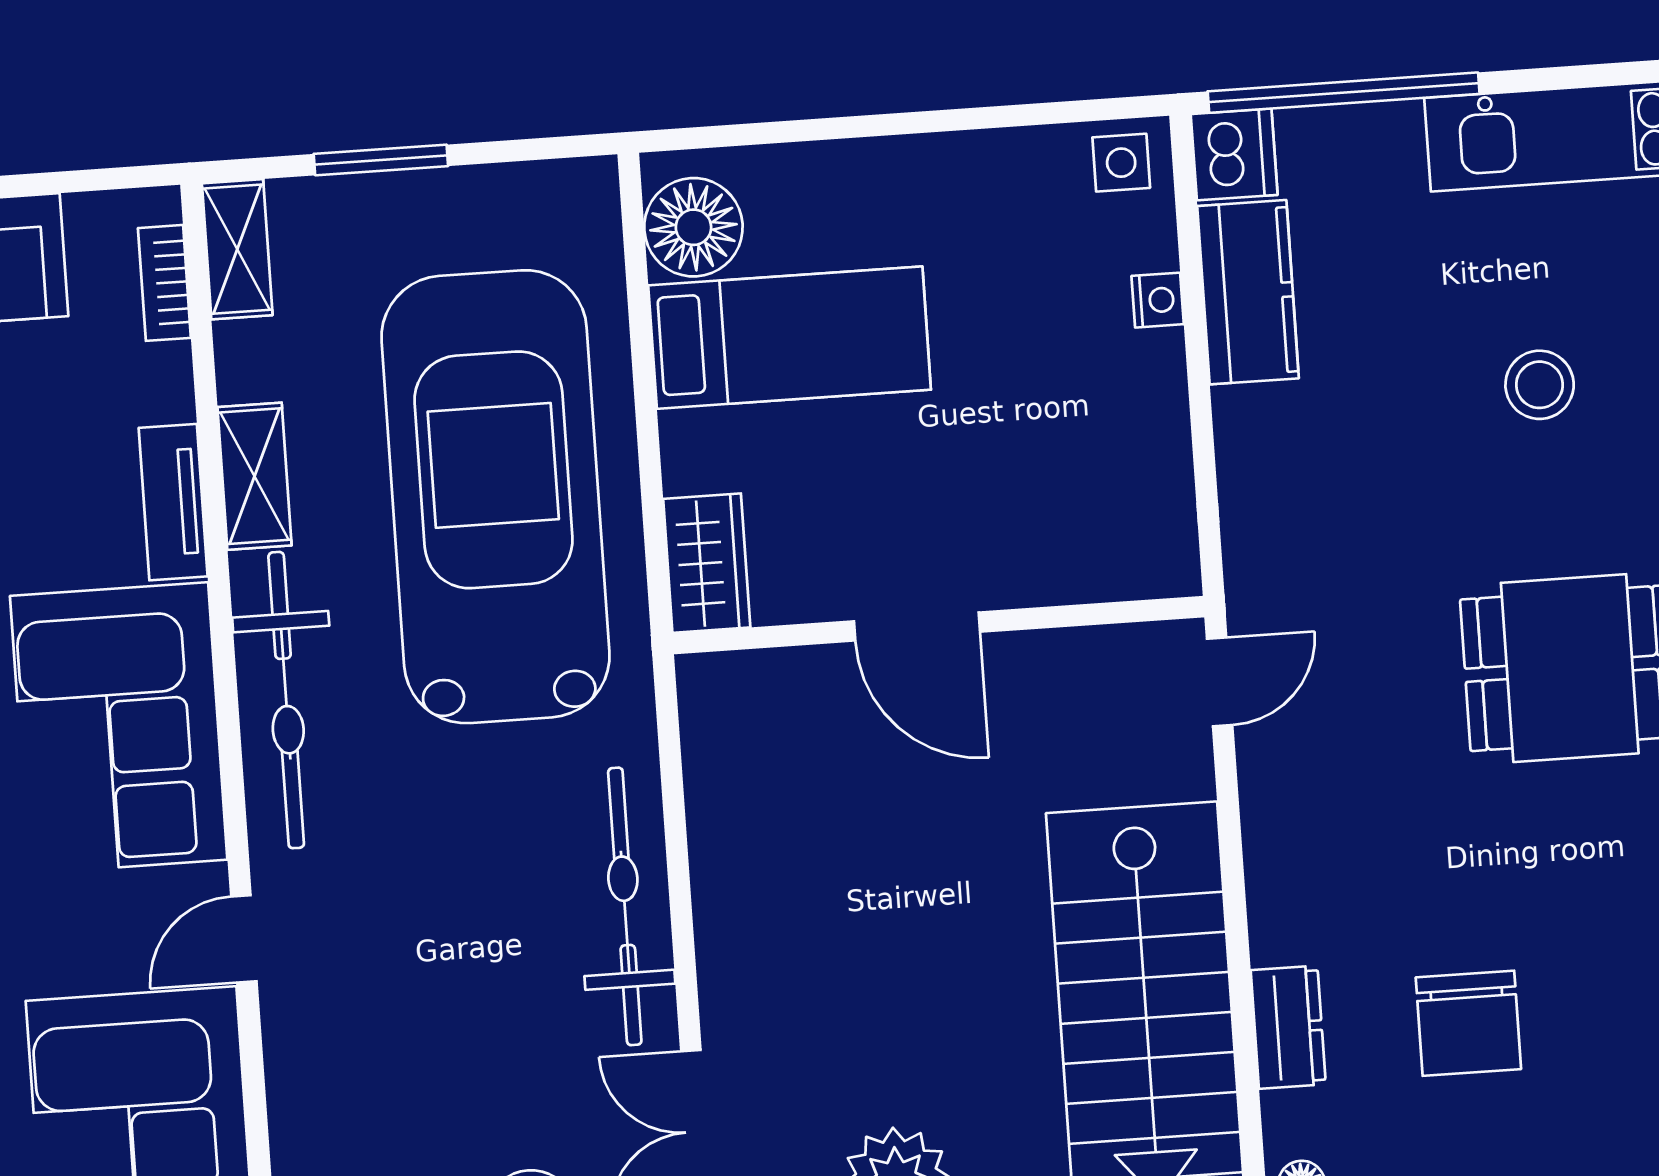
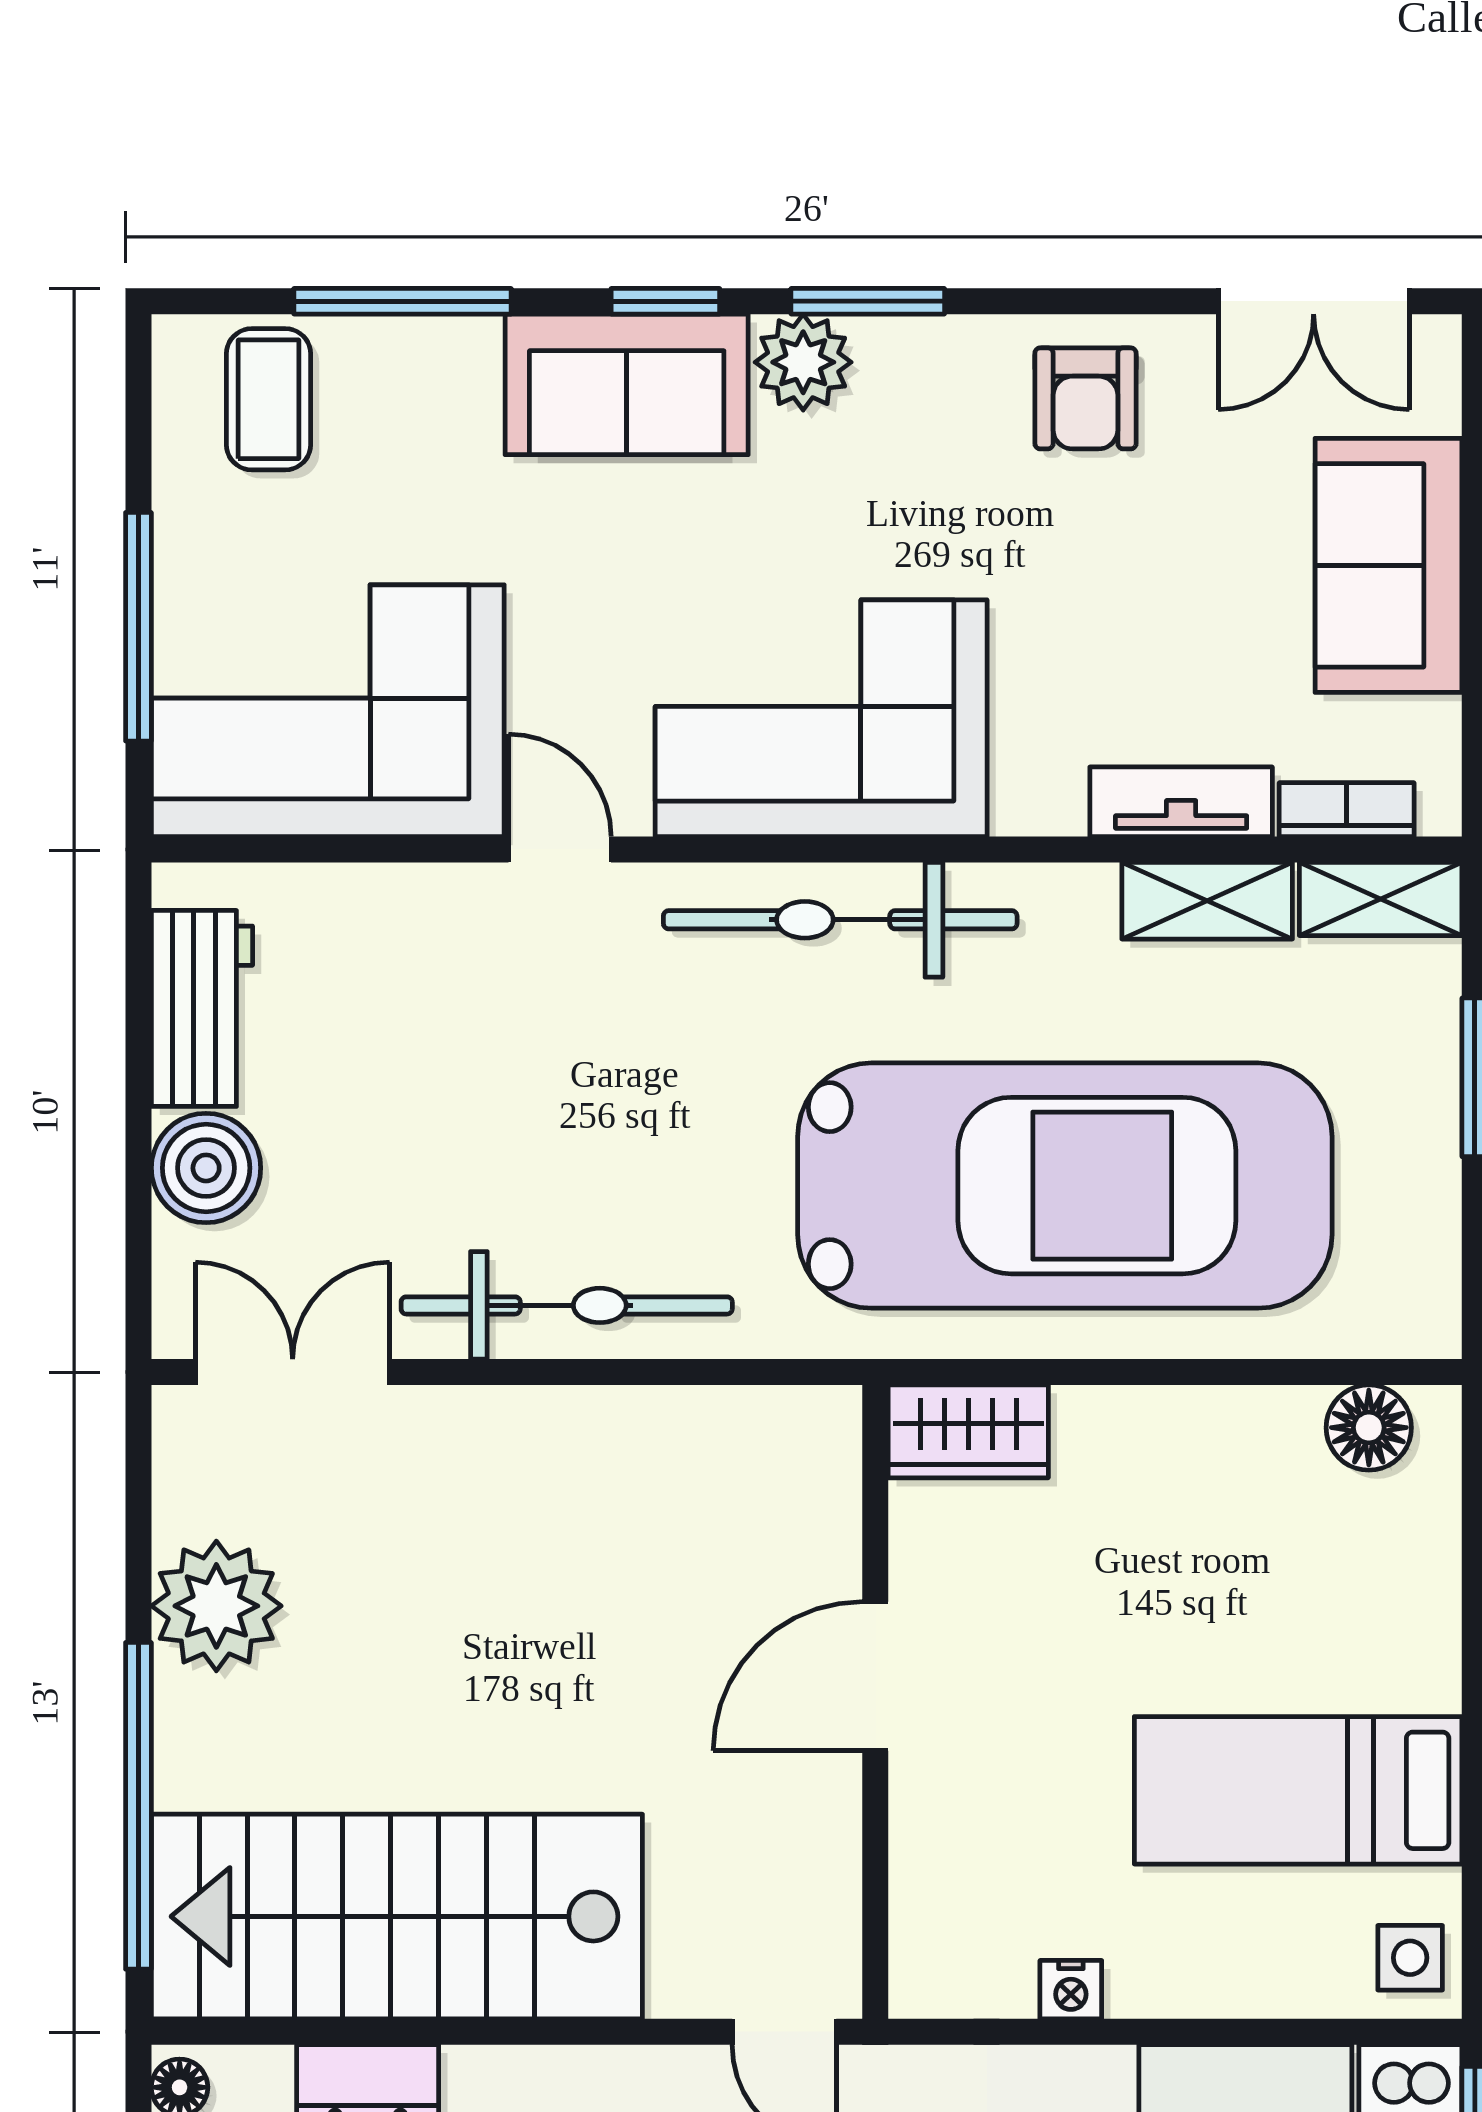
floor lamp: (693, 227) -> (1369, 1428), width x0.73, depth x0.73
nightstand: (1158, 300) -> (1071, 1990), moved
bed: (790, 338) -> (1298, 1790), moved, turned 90
shelving: (255, 476) -> (1207, 901), moved
tv unit: (173, 502) -> (1181, 802), moved

